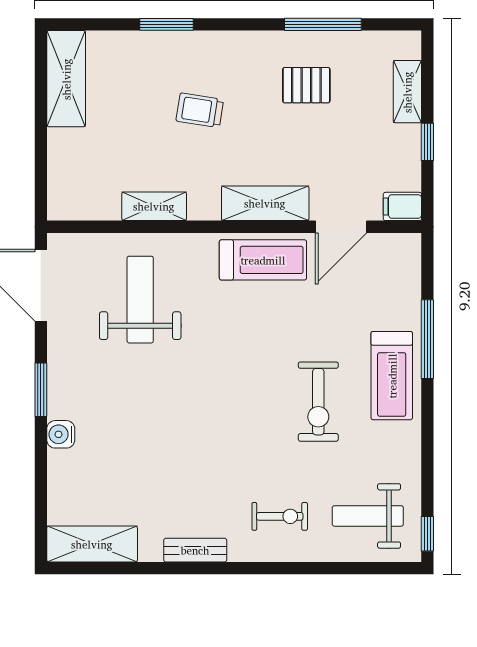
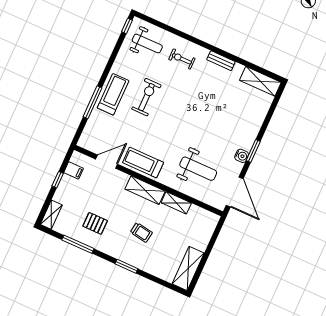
window: (166, 24) -> (126, 266), moved
shelving: (407, 92) -> (51, 215), moved
shelving: (265, 203) -> (145, 190), moved
filing cabinet: (402, 206) -> (74, 170), moved
weight bench: (140, 300) -> (198, 169), turned -90
water cooler: (61, 434) -> (242, 156), moved

